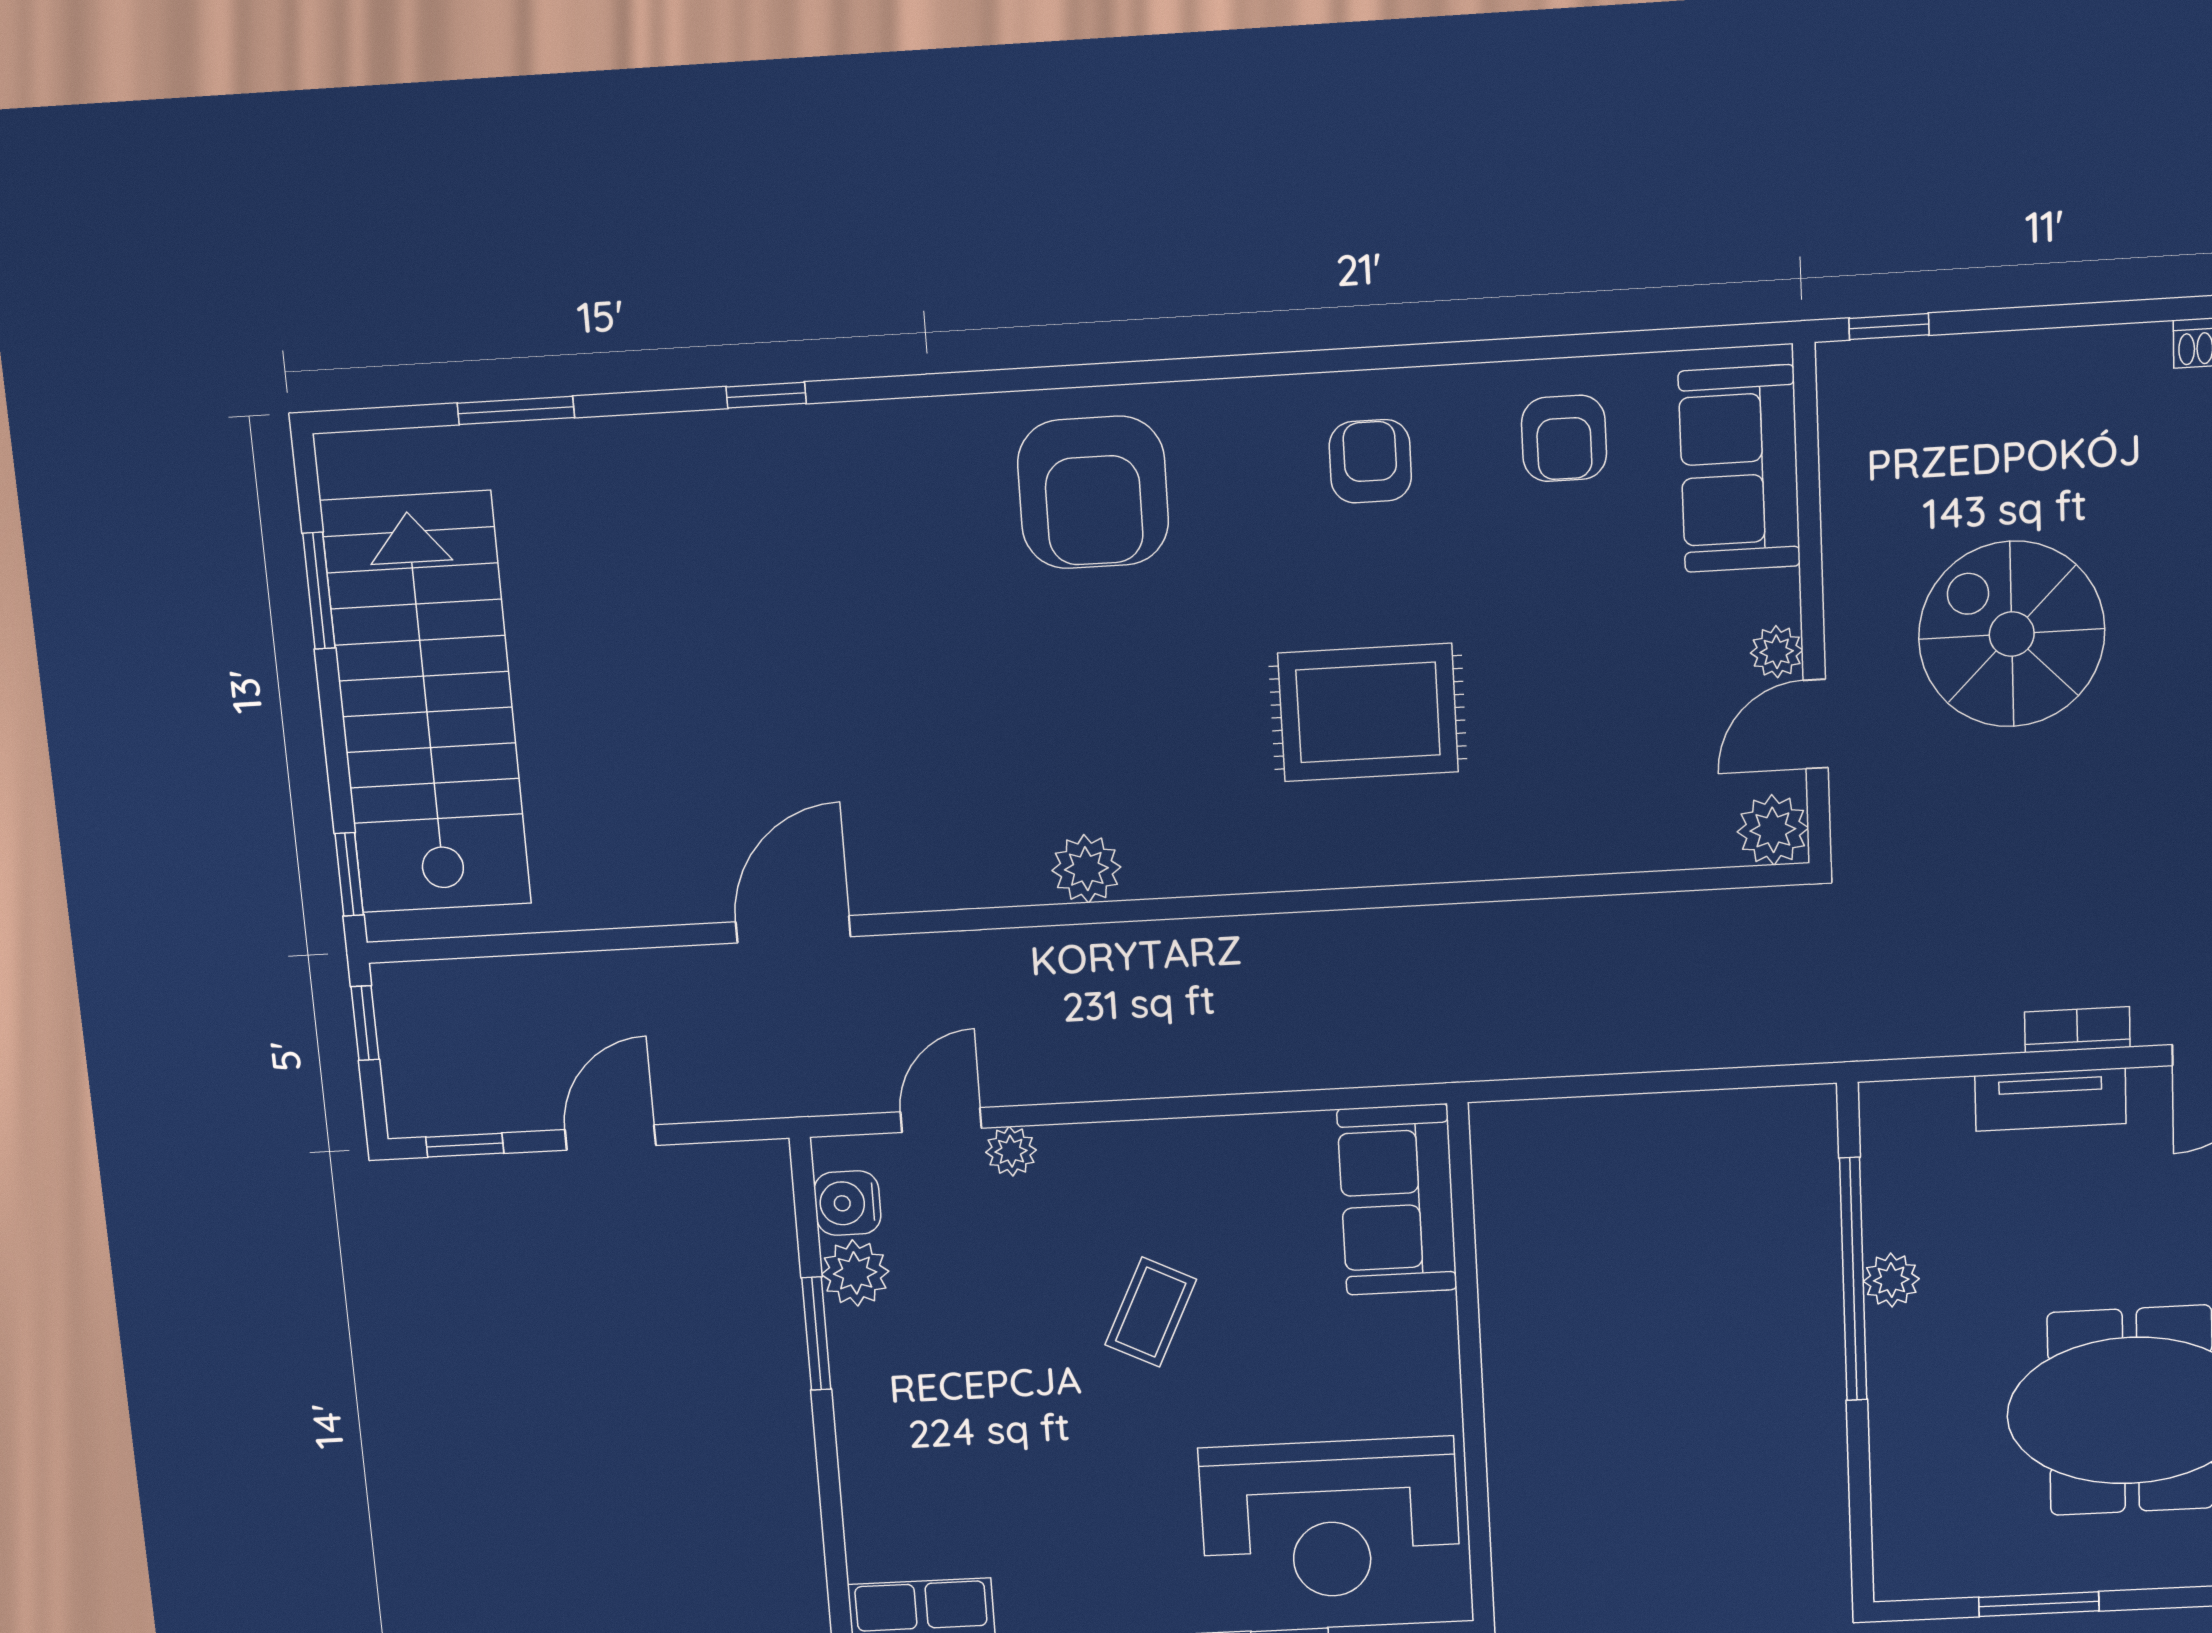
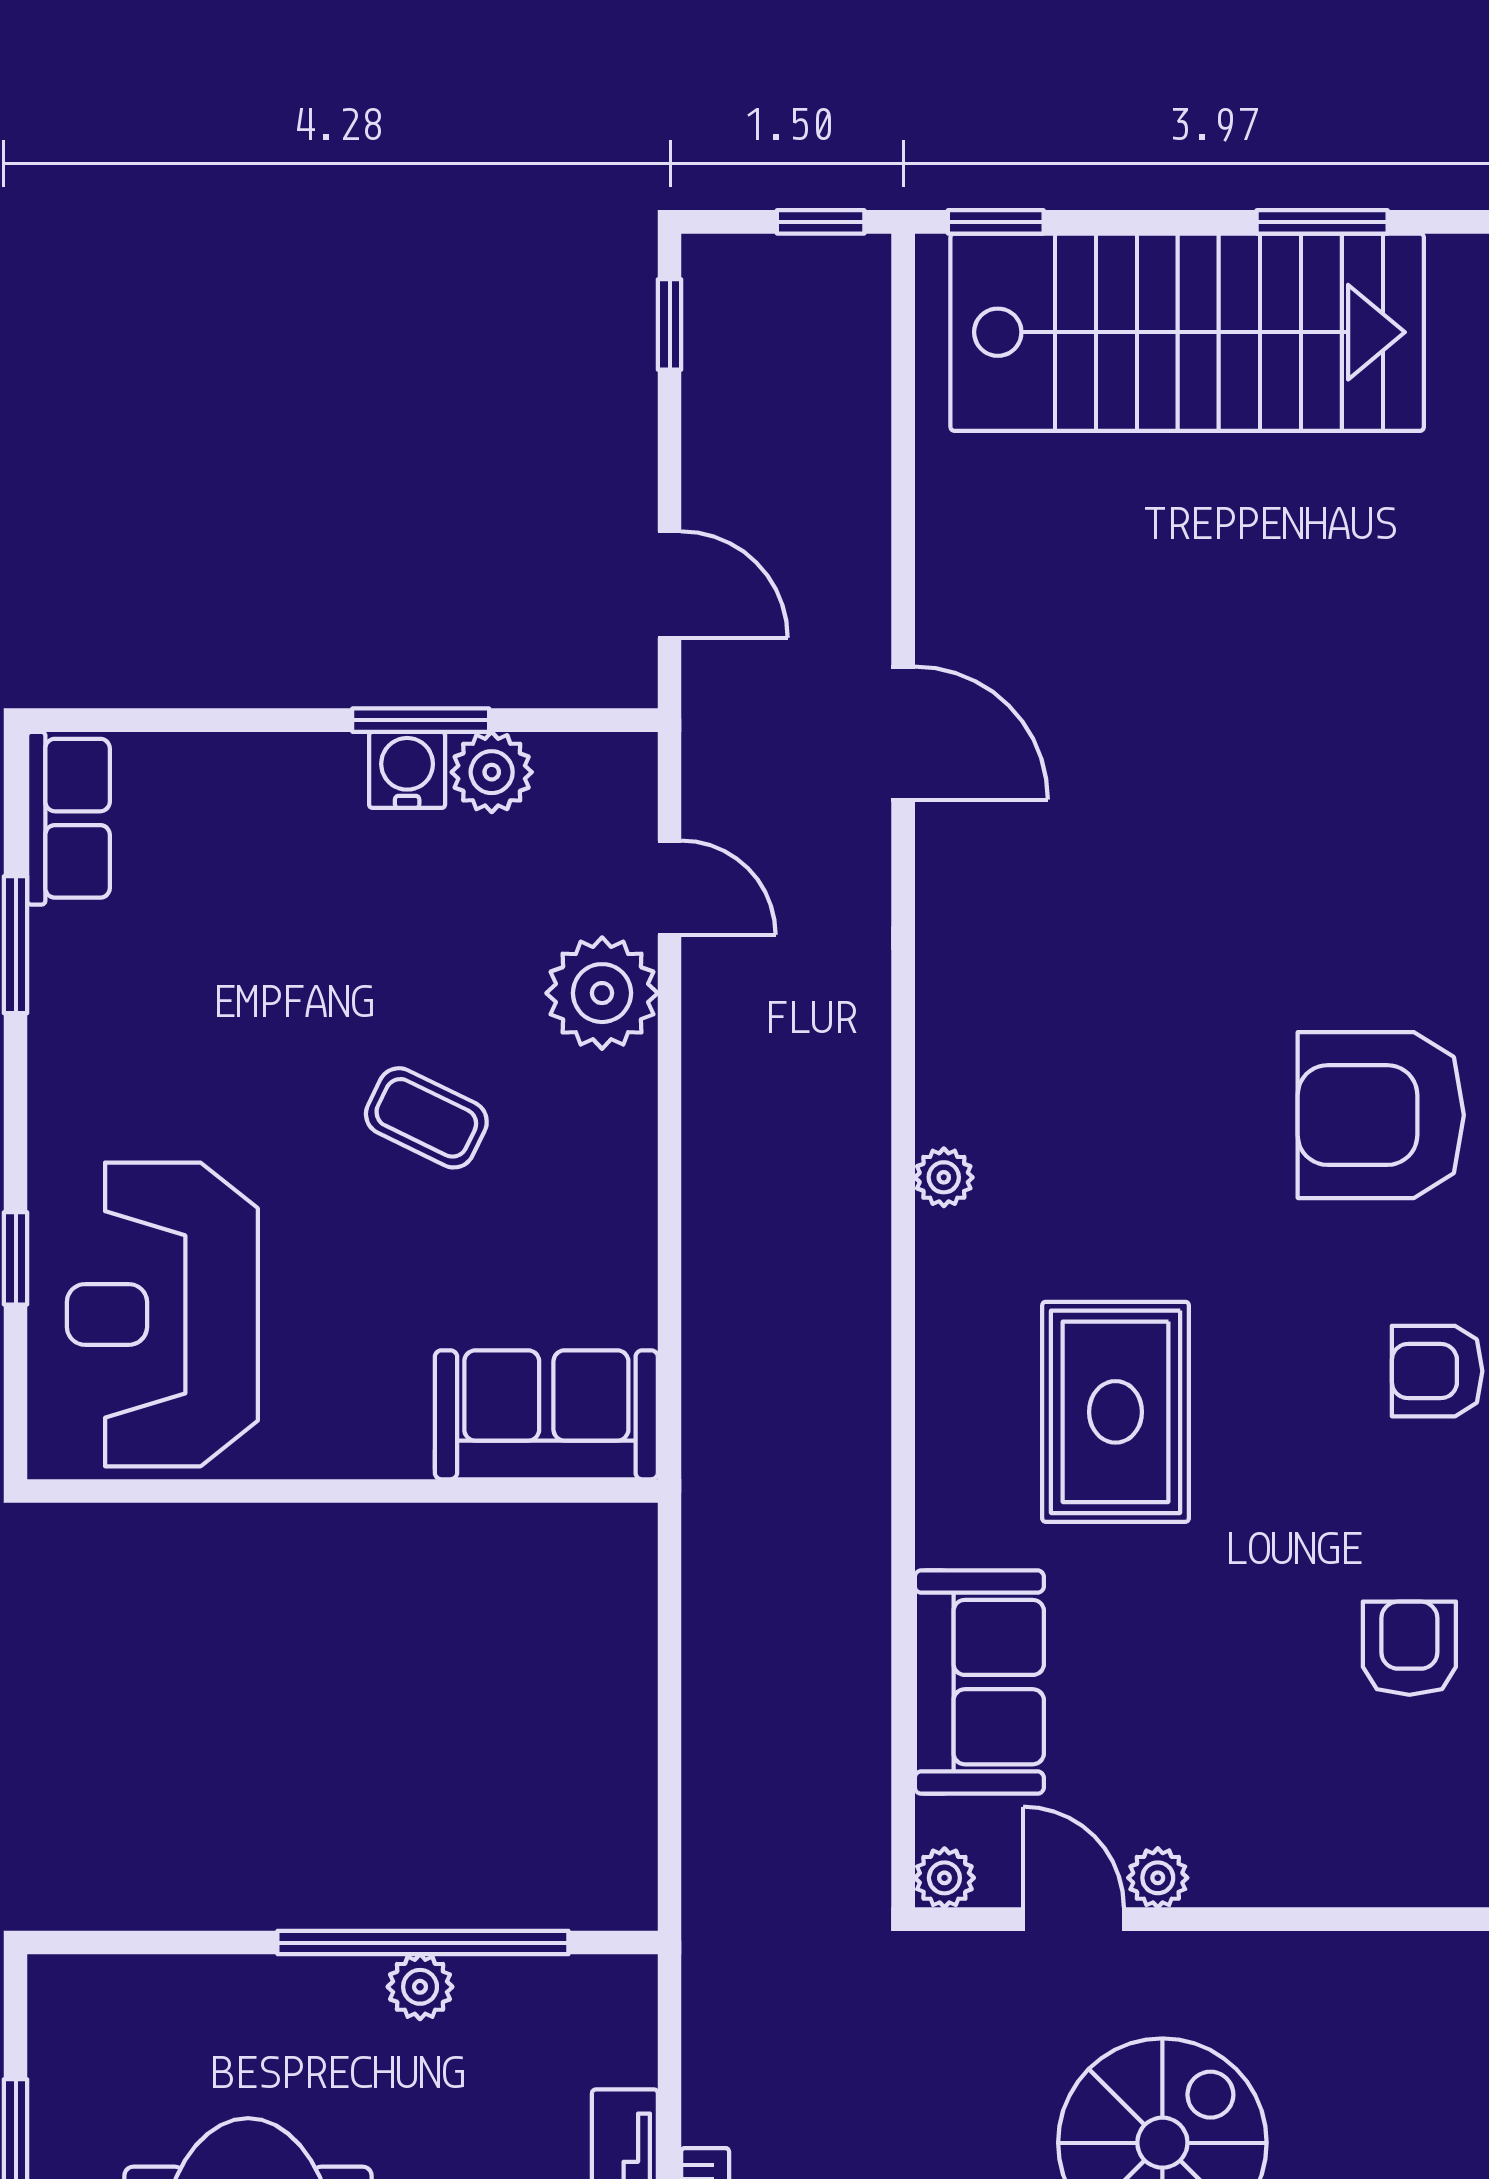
armchair: (1564, 438) -> (1409, 1648), turned 90
armchair: (1370, 461) -> (1437, 1371), moved, turned 180
sofa: (1739, 469) -> (979, 1682), moved, turned 90
plant: (1773, 830) -> (944, 1878), width x0.73, depth x0.73
plant: (1086, 869) -> (944, 1177), moved, width x0.73, depth x0.73
door: (610, 1137) -> (670, 585), moved
plant: (1011, 1151) -> (602, 993), width x1.87, depth x1.87
water cooler: (847, 1203) -> (407, 770), moved

